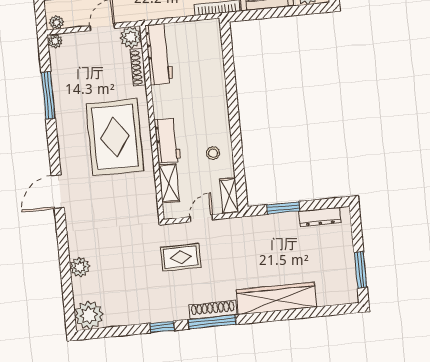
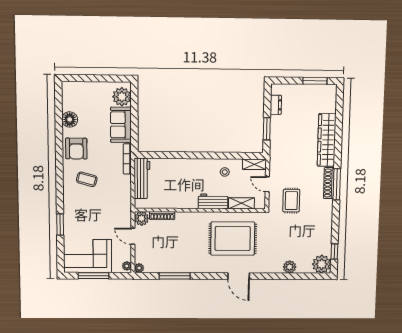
workbench: (159, 54) -> (142, 178), moved, turned 90
rug: (115, 137) -> (233, 239), moved
dresser: (320, 217) -> (276, 105), width x0.70
window: (162, 327) -> (334, 252), moved

